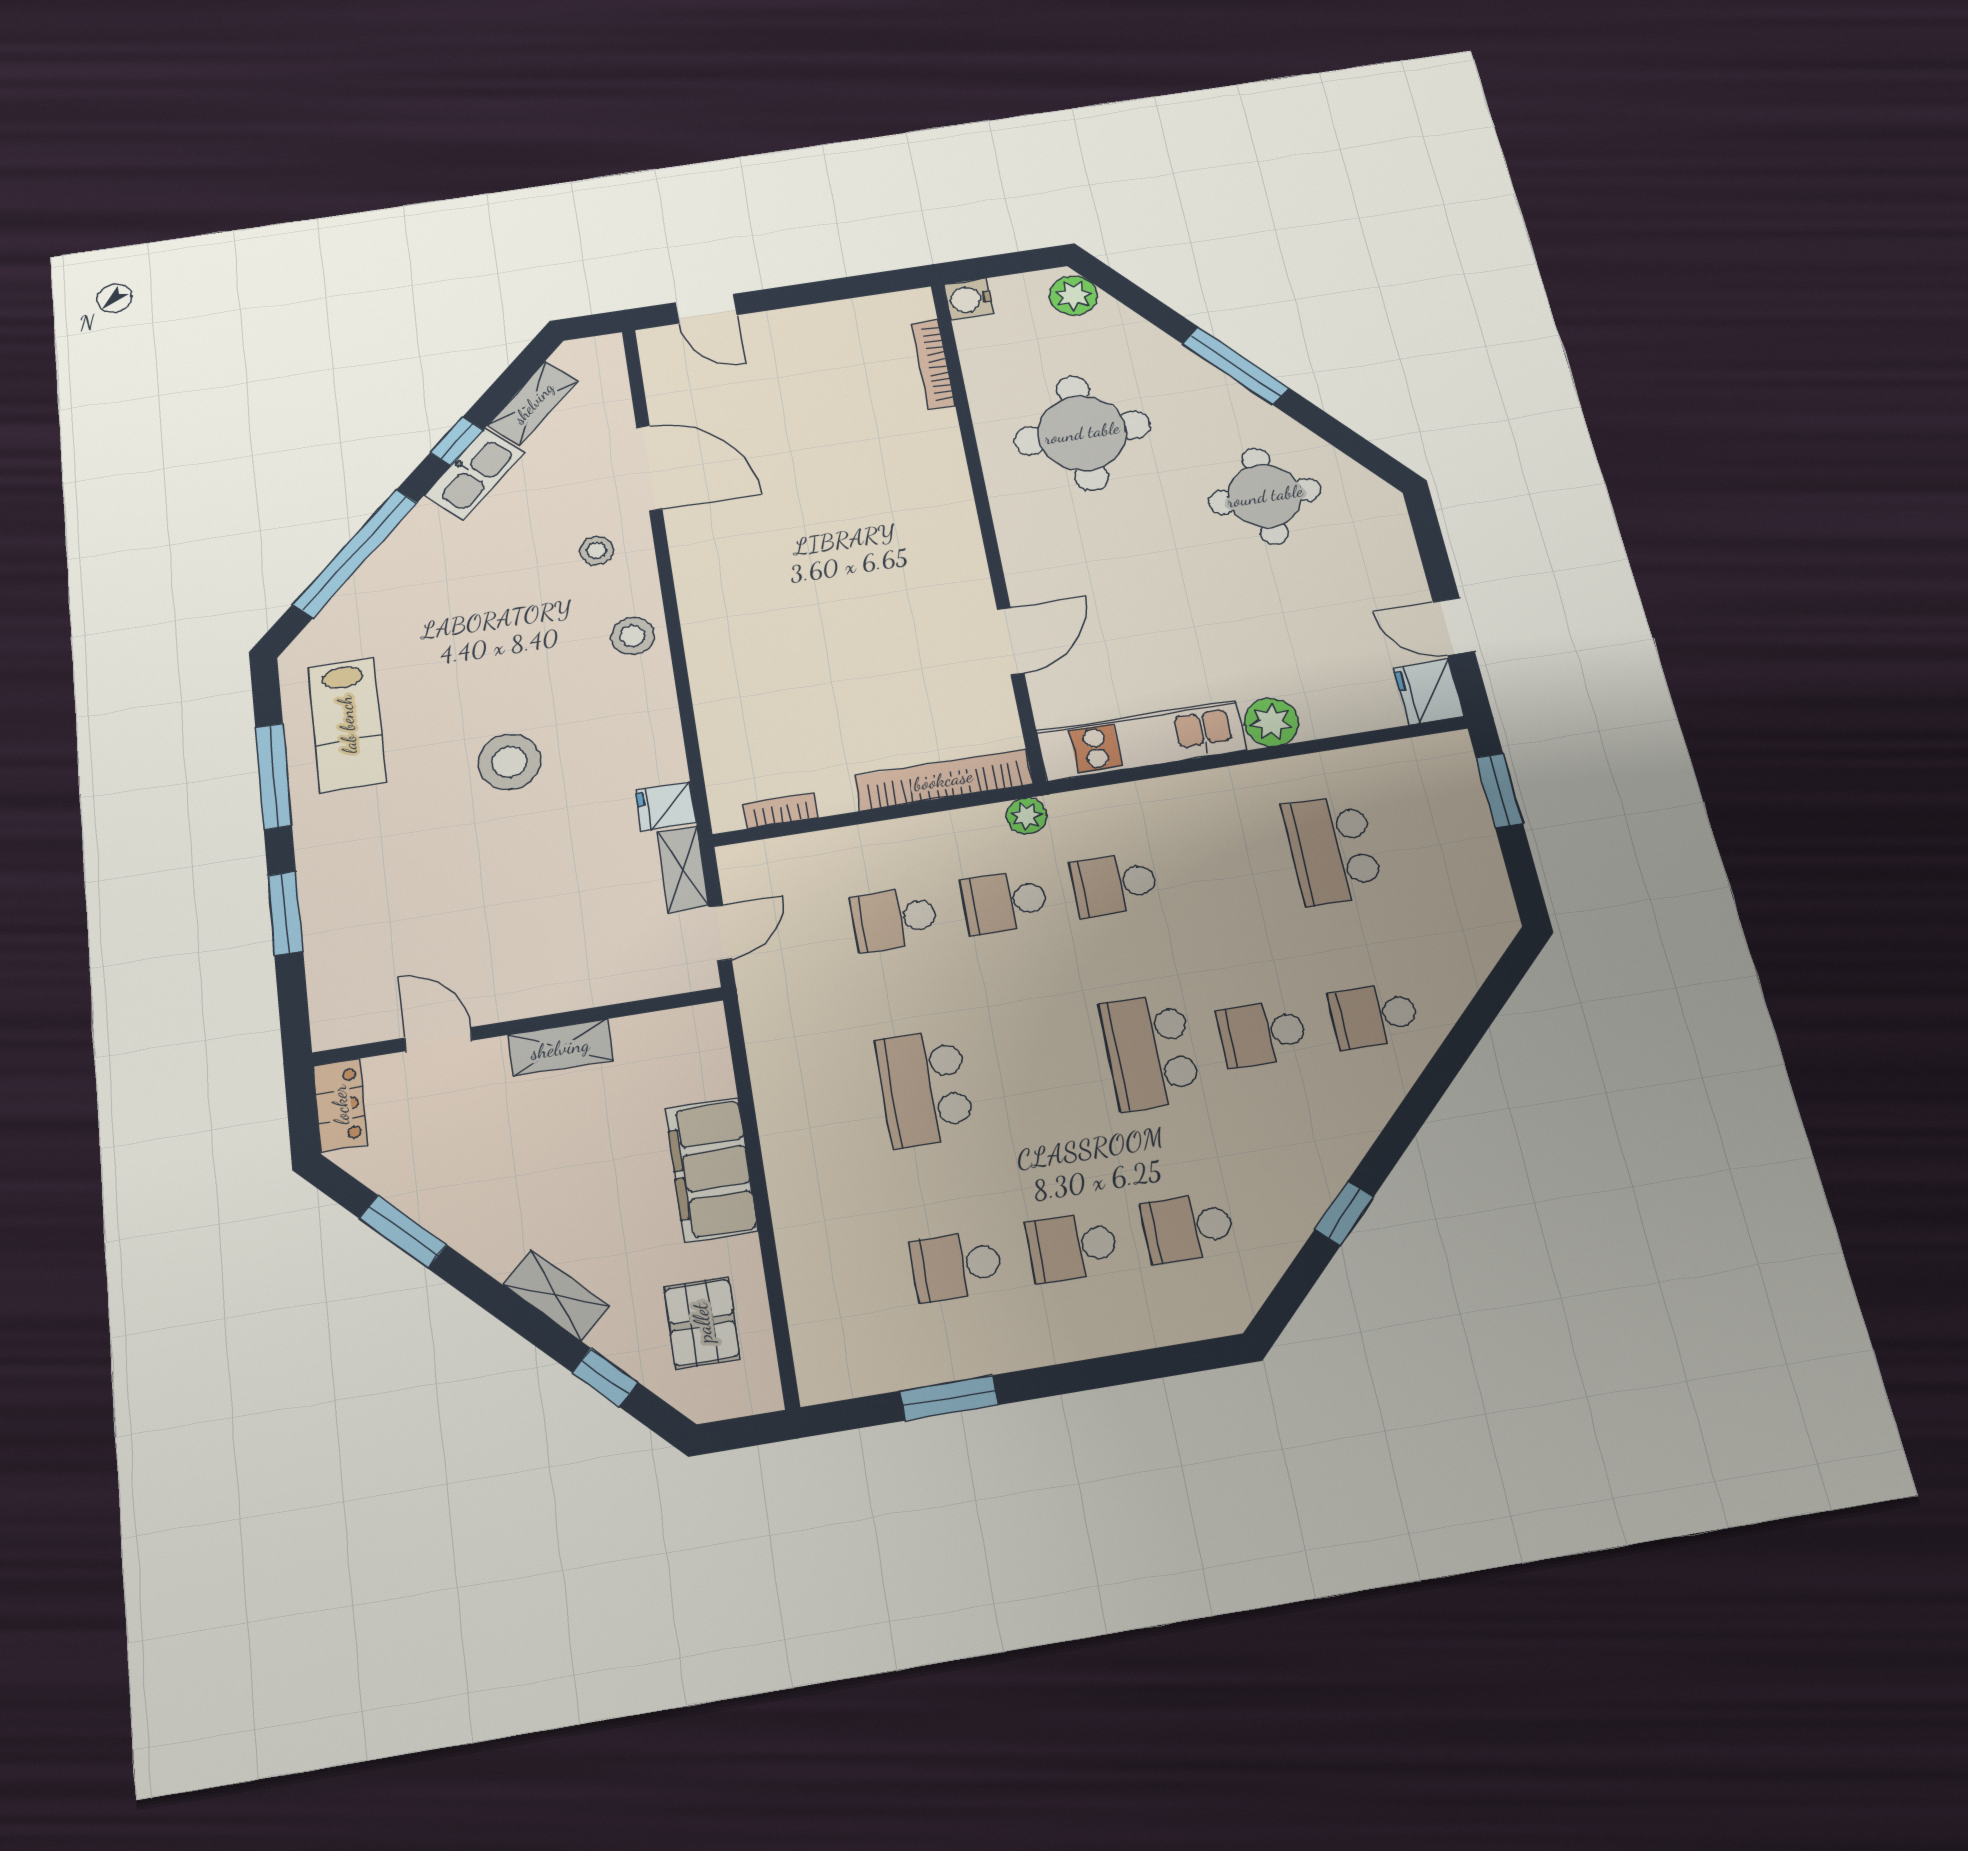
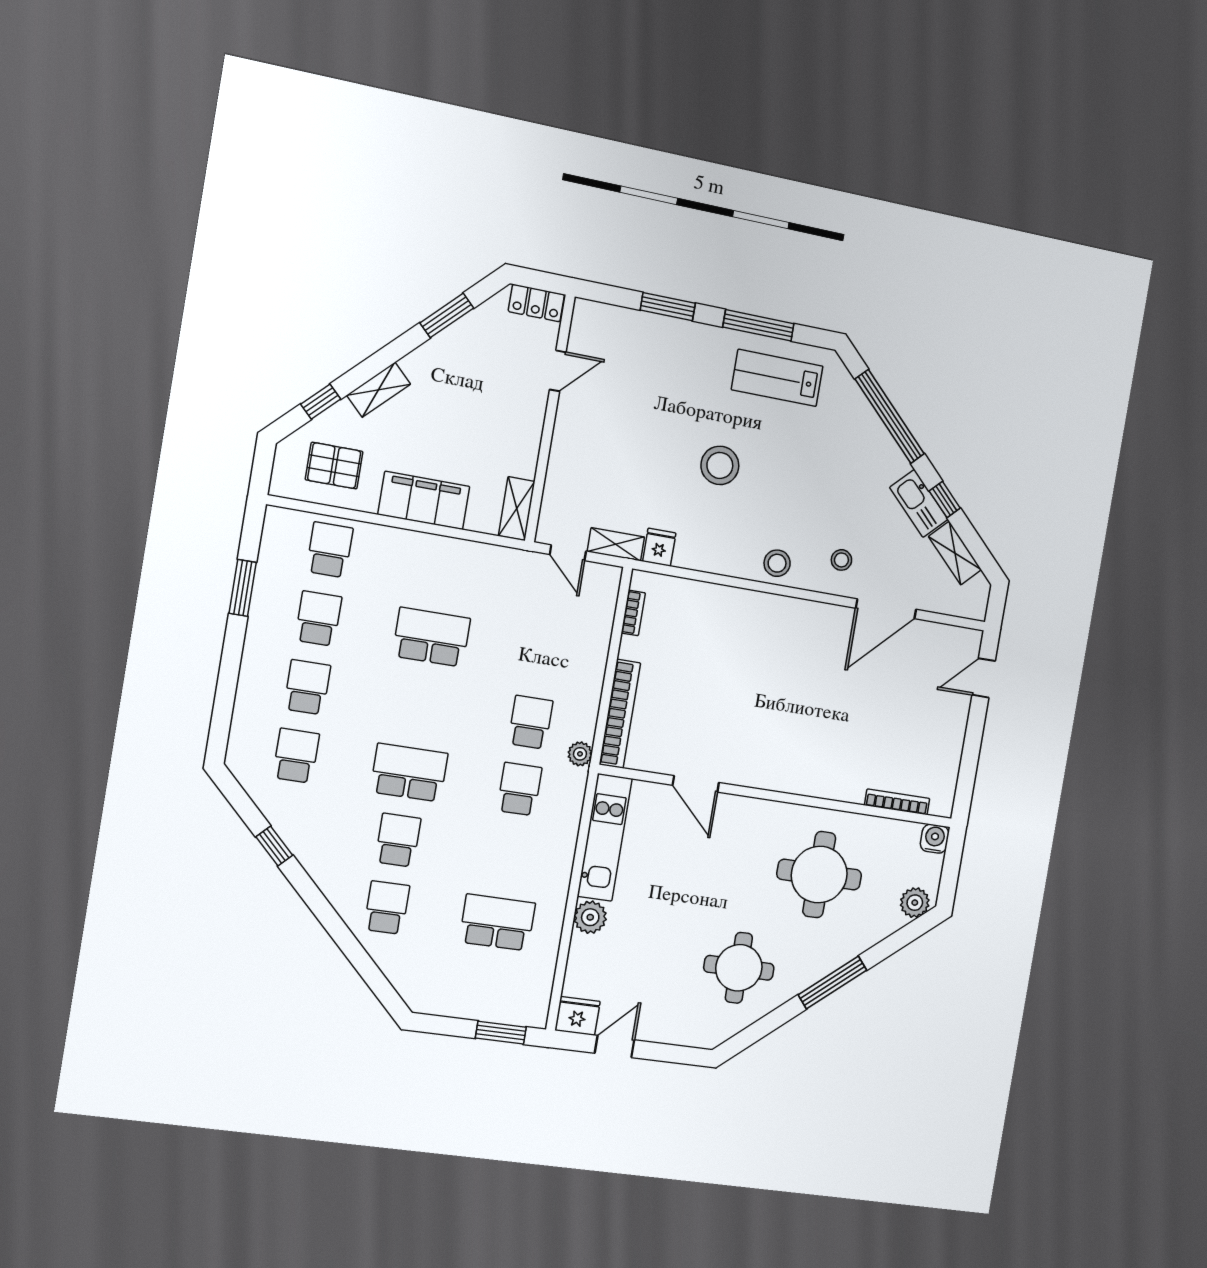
school desk: (894, 919) -> (330, 550), moved
shelving: (560, 1048) -> (517, 509), moved

